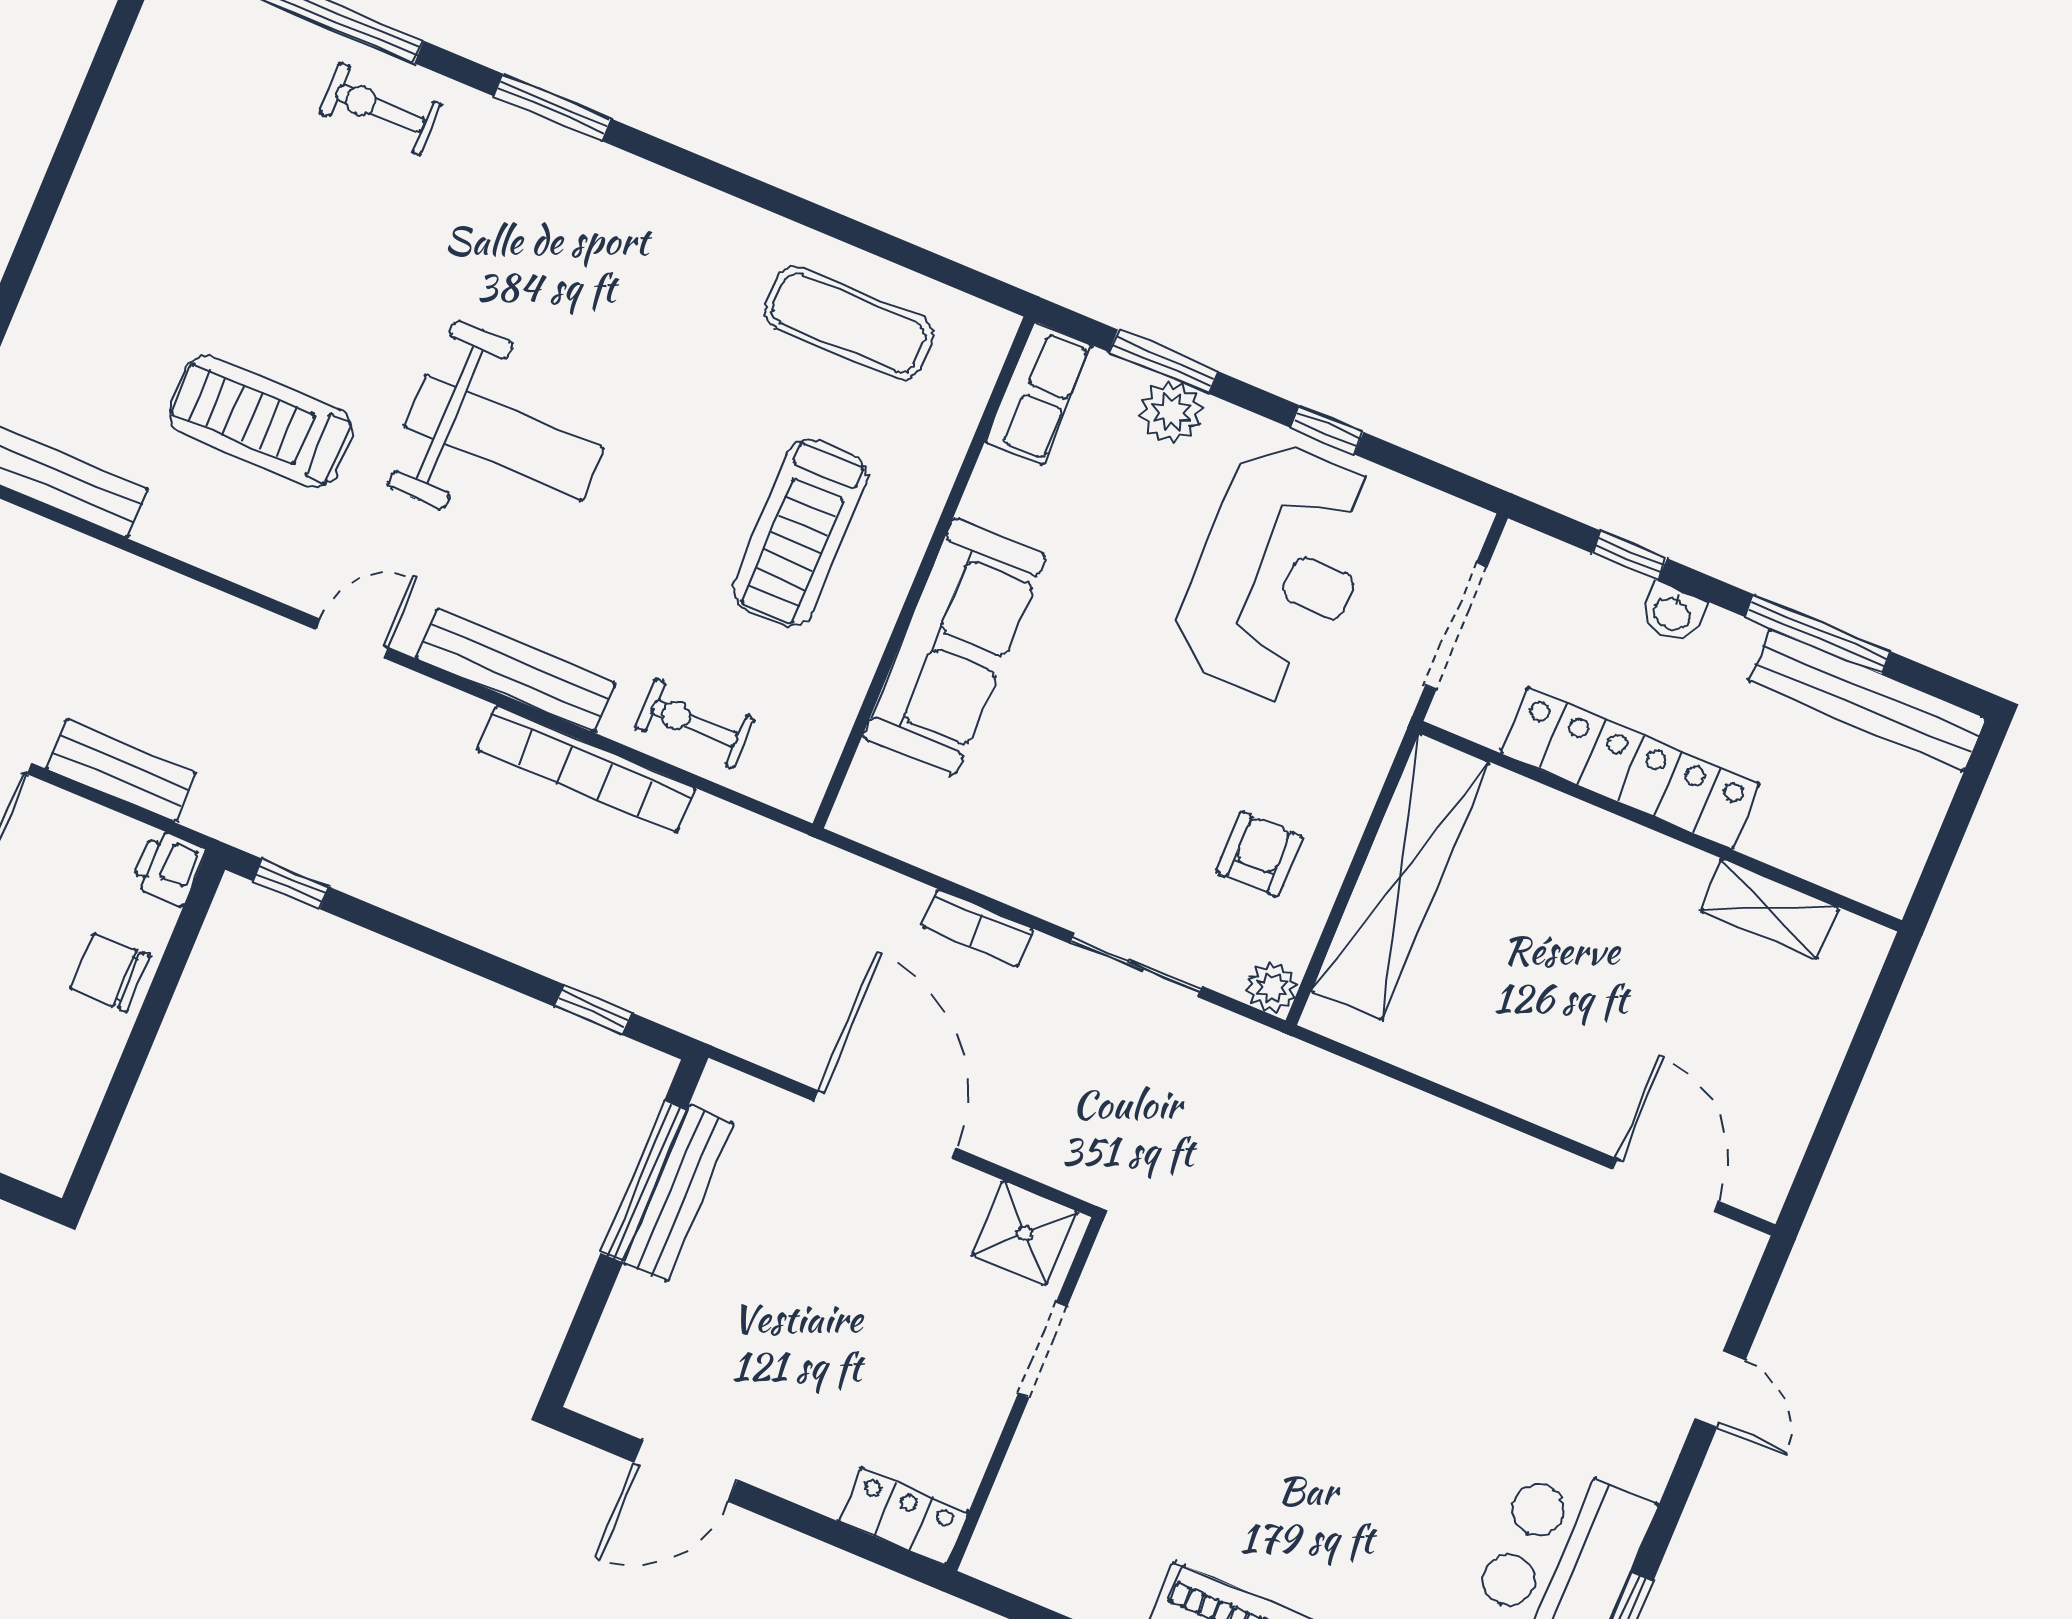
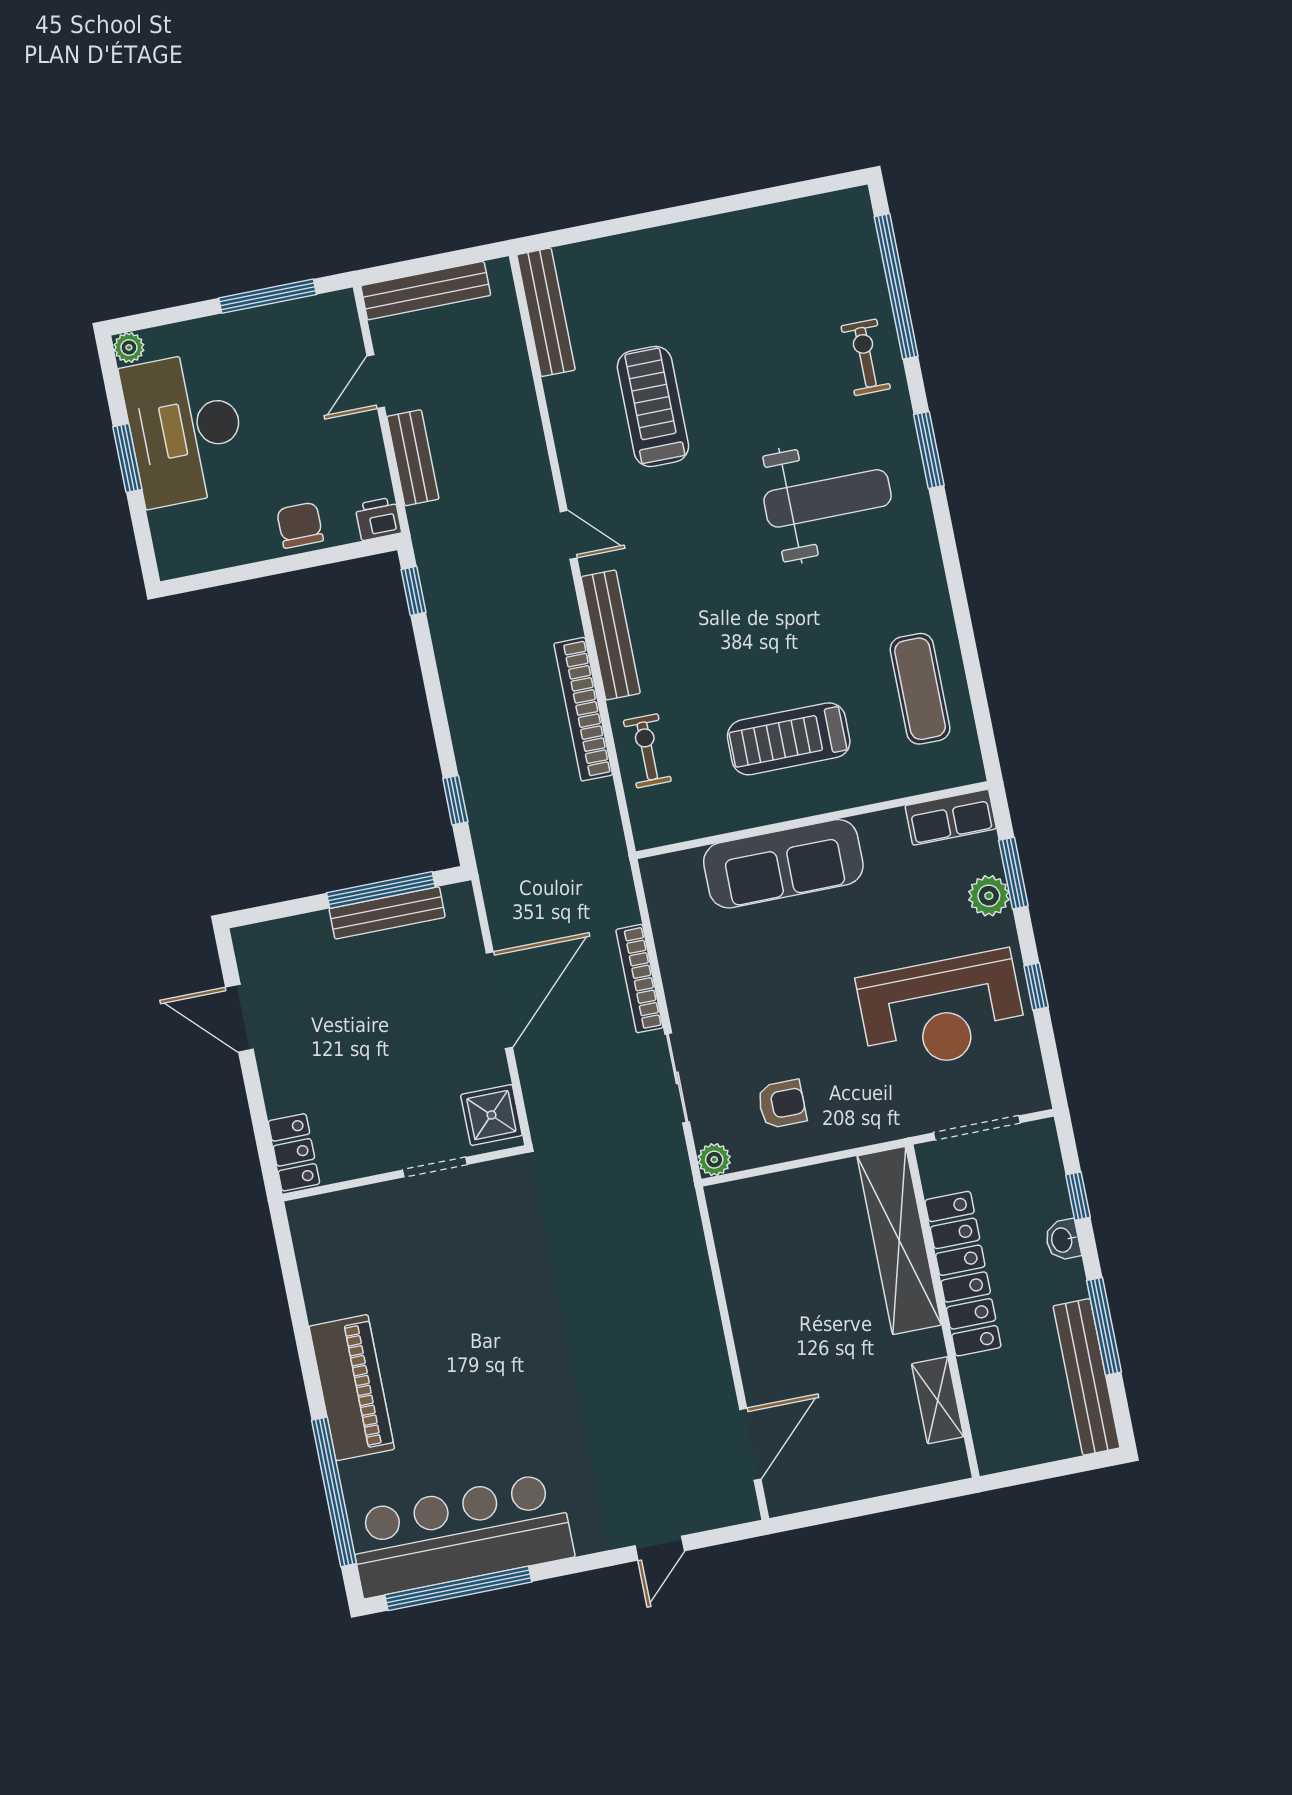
weight bench: (504, 437) -> (828, 498), moved, turned -90
shelving: (1400, 876) -> (899, 1241), moved, turned 90
bookcase: (978, 928) -> (639, 979), width x1.56

